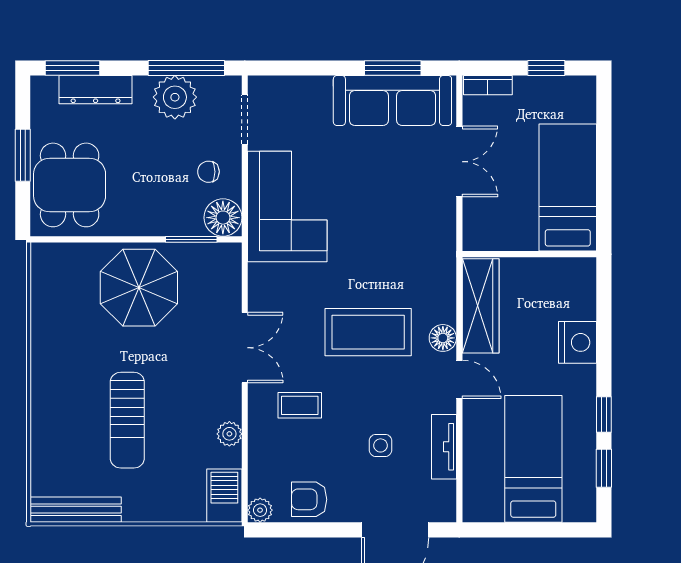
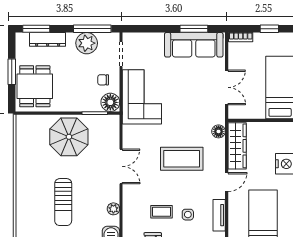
double door: (459, 162) -> (227, 87), moved
floor lamp: (443, 338) -> (219, 131), moved
door: (459, 379) -> (227, 182), hinge flipped
coffee table: (300, 405) -> (161, 212), moved

